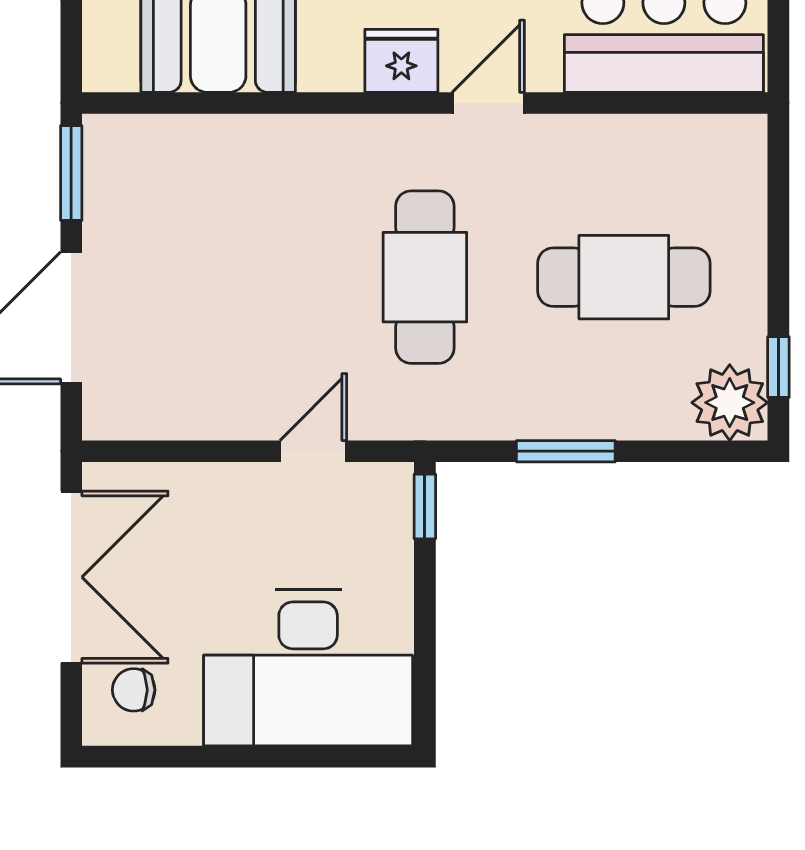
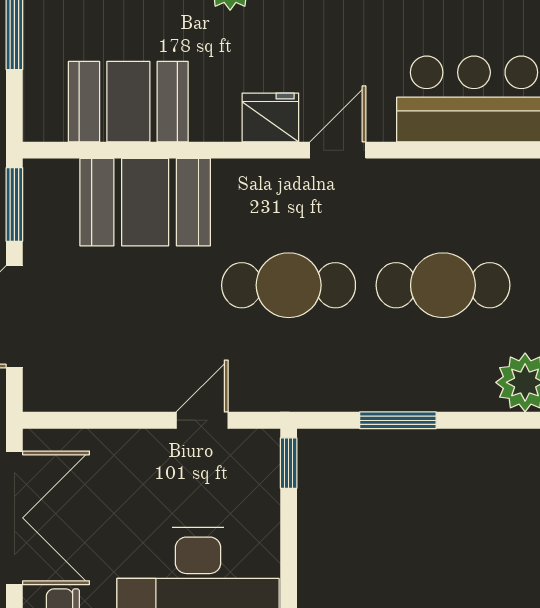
booth: (240, 170) -> (145, 202), added
cafe table: (425, 277) -> (289, 285), turned 90

